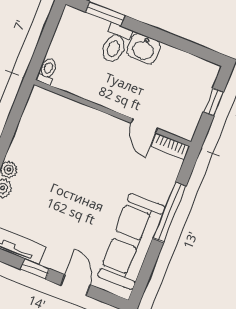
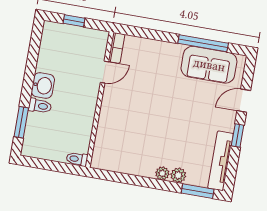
toilet: (115, 44) -> (40, 106), width x0.73, depth x0.72
window: (169, 212) -> (203, 43), moved
sofa: (131, 241) -> (209, 65), width x0.73

